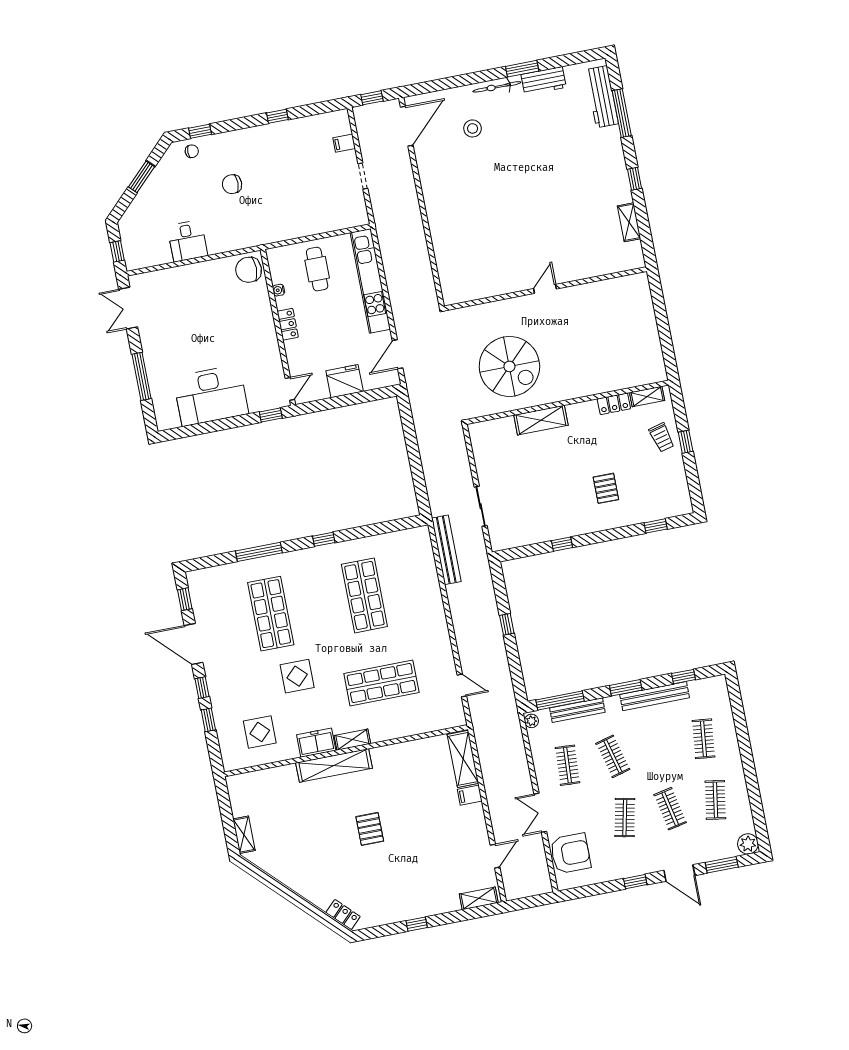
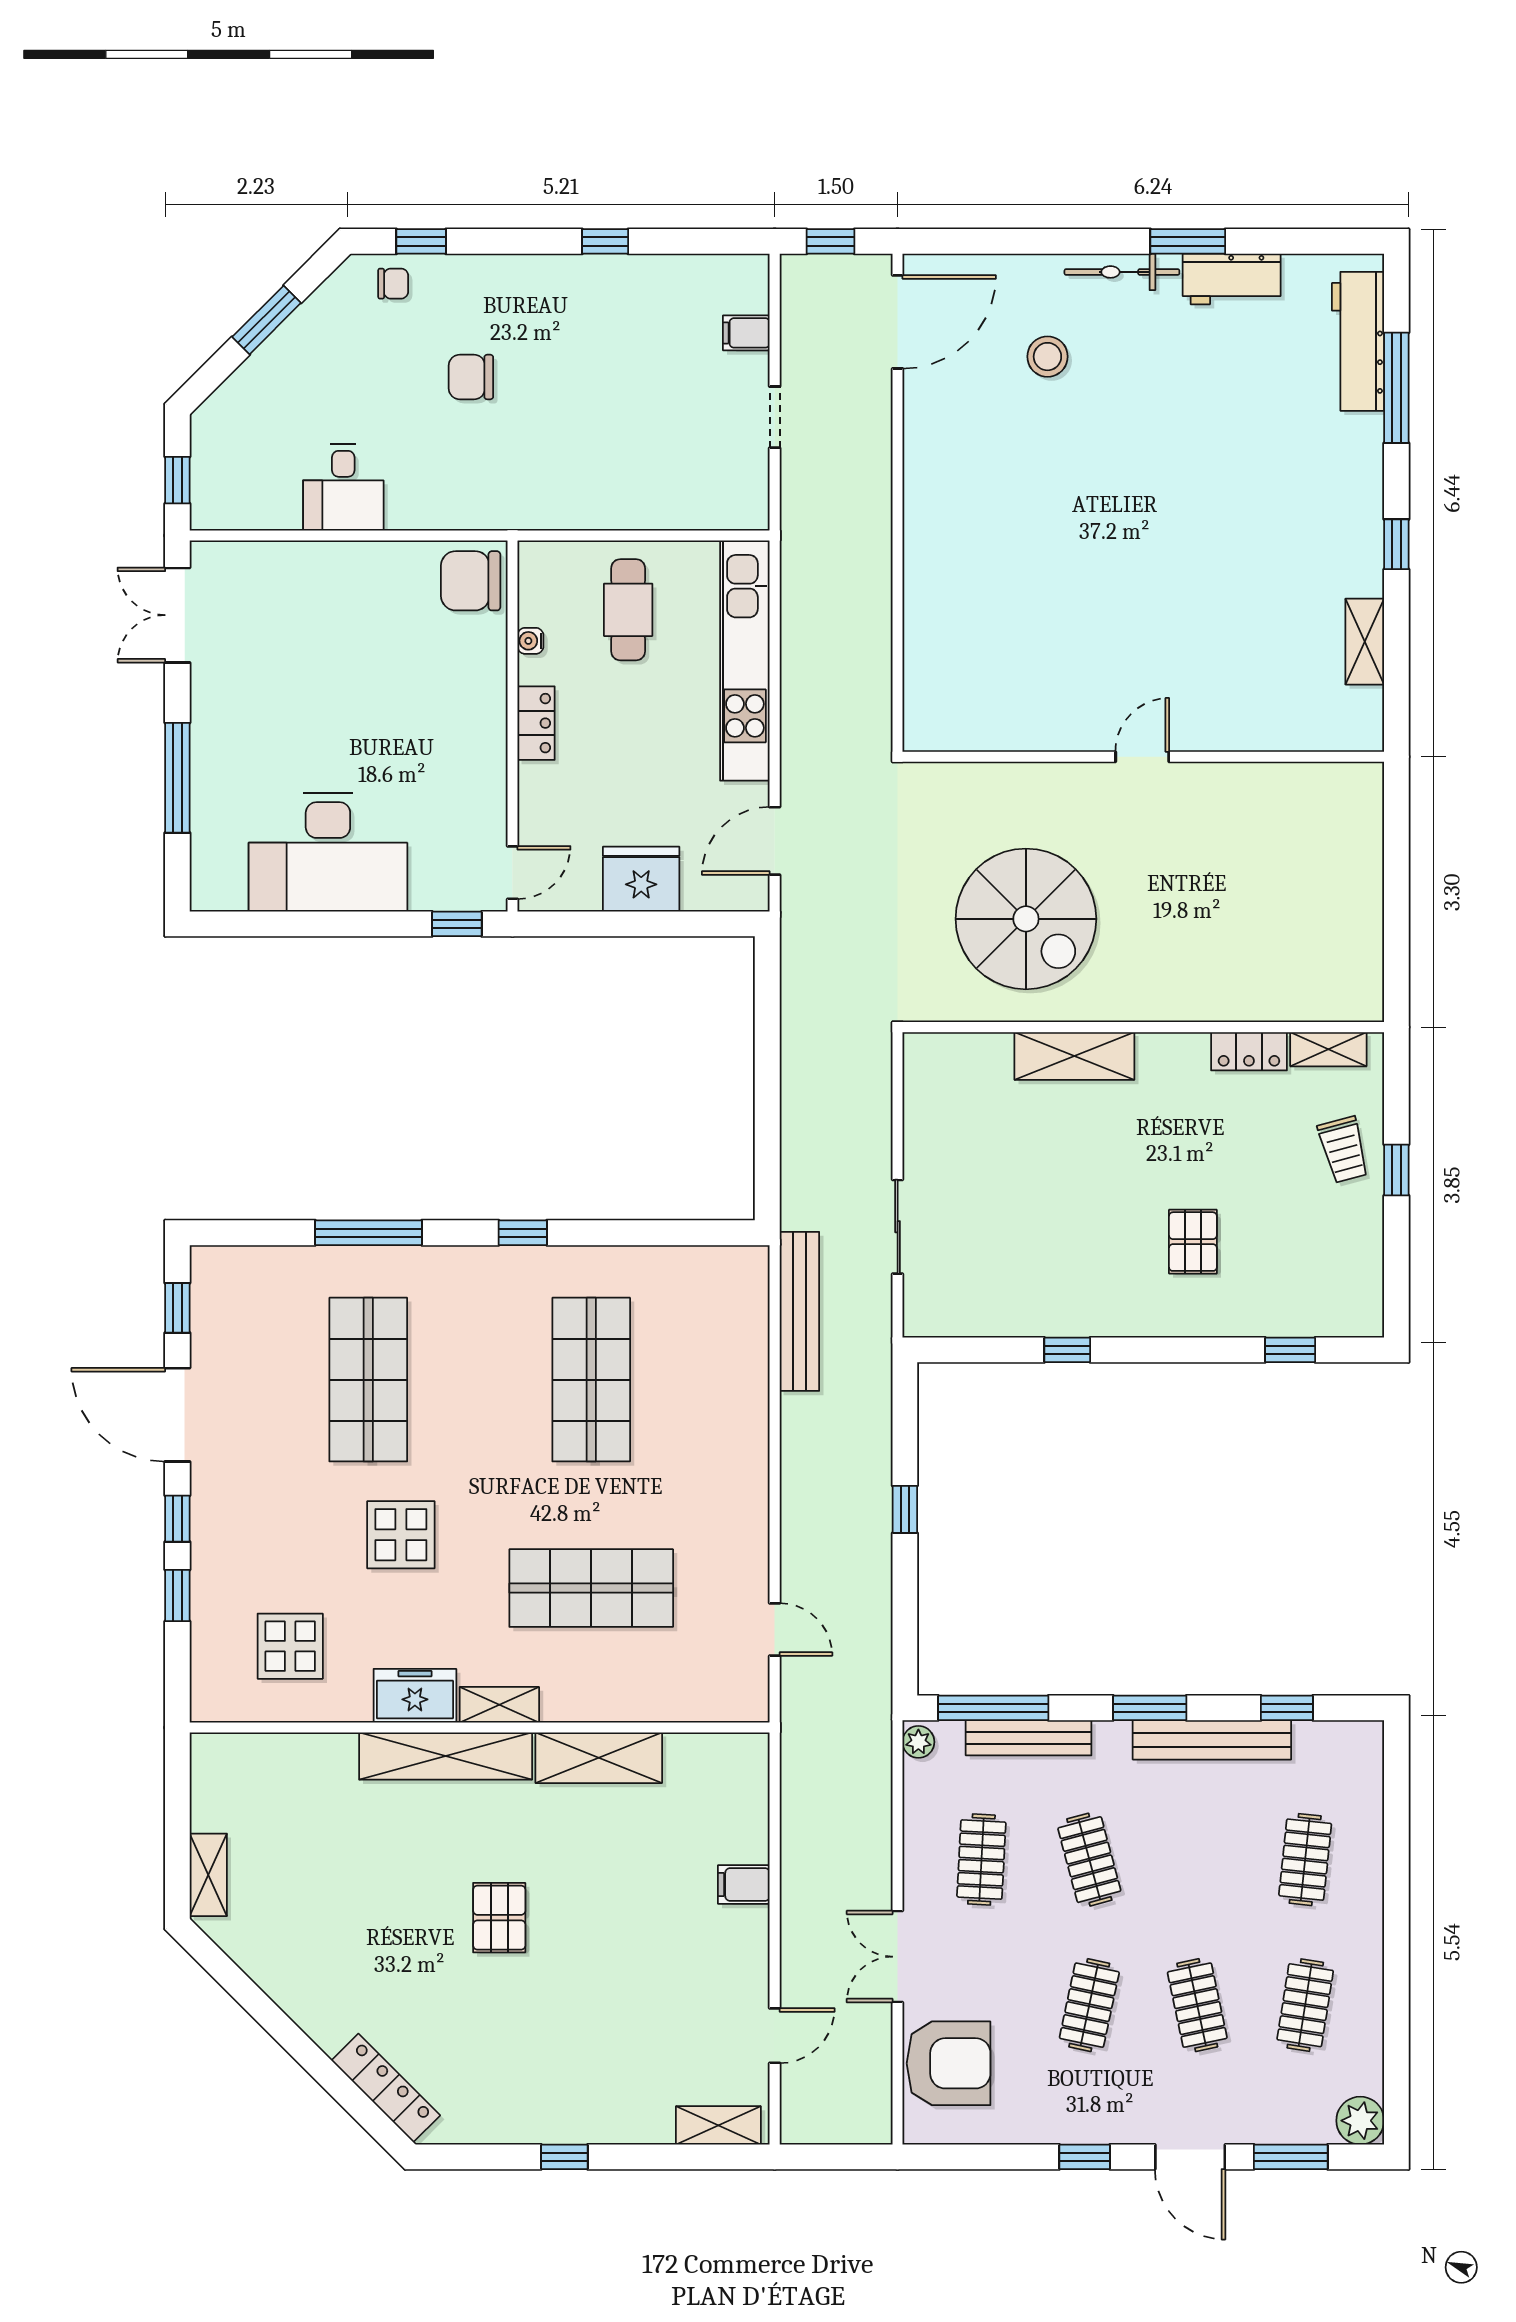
shelving: (463, 759) -> (599, 1758), moved, turned 90
locker: (343, 915) -> (386, 2088), width x1.53

